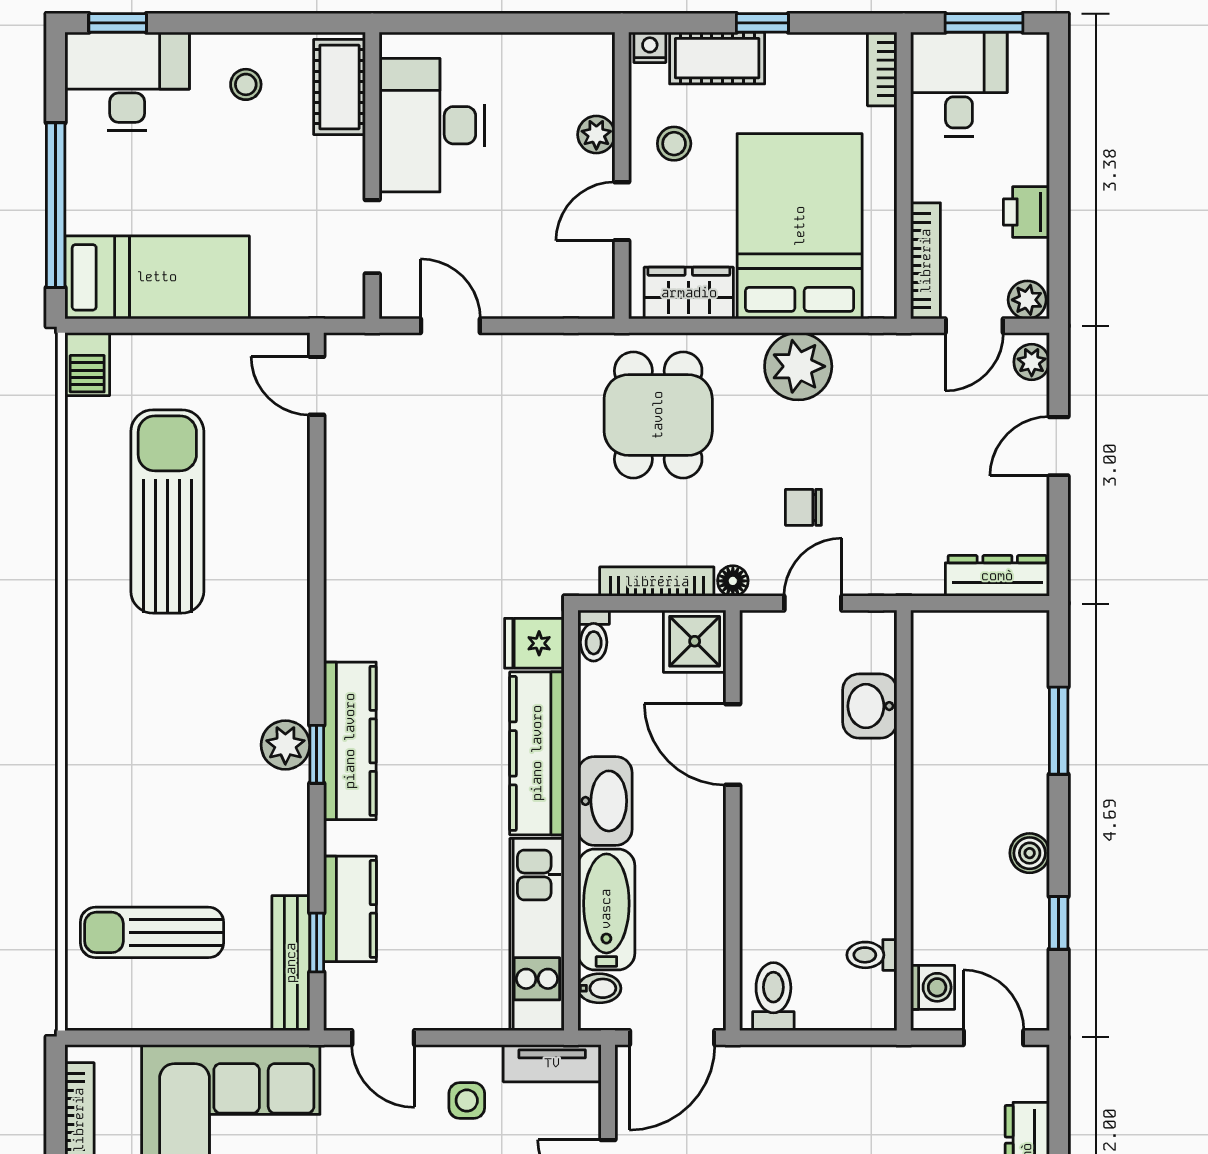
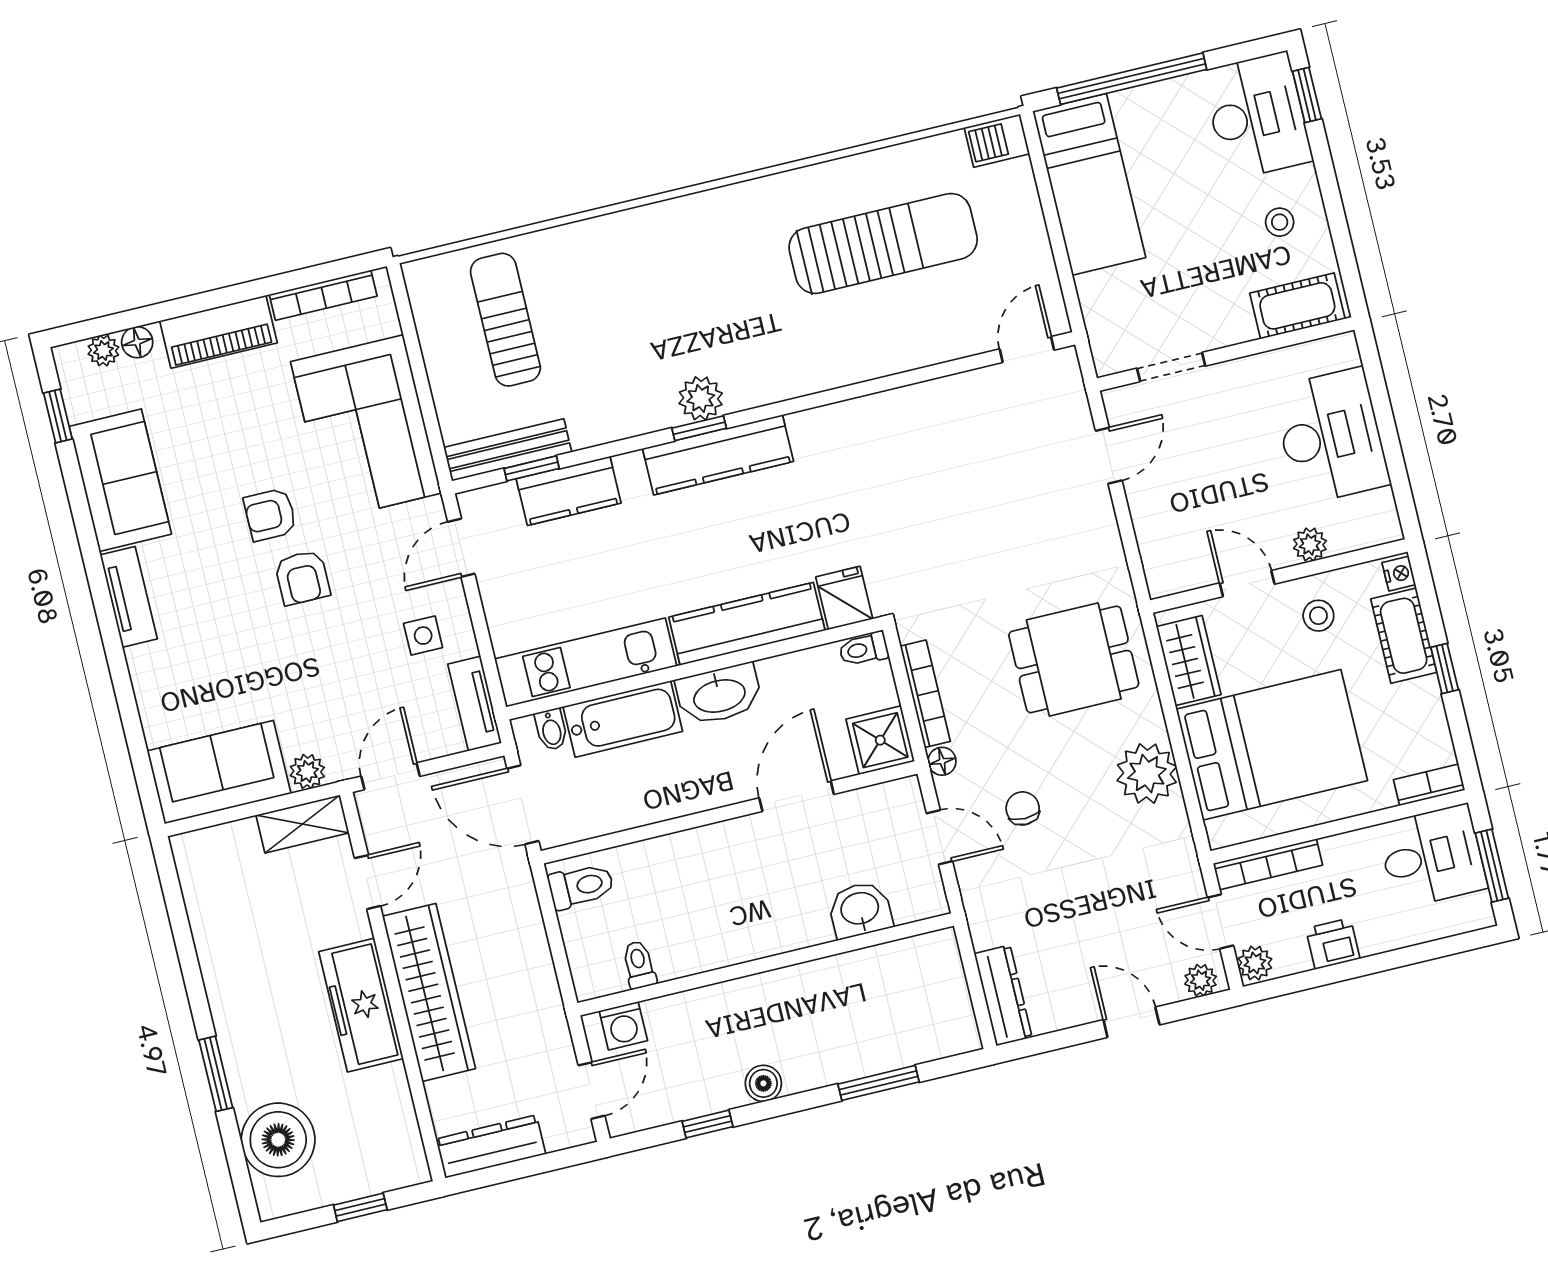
desk: (432, 125) -> (1331, 436), moved, turned 90

